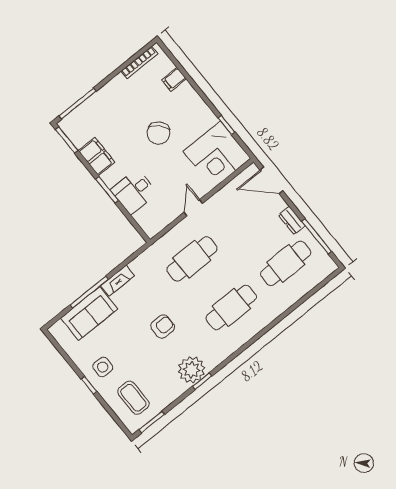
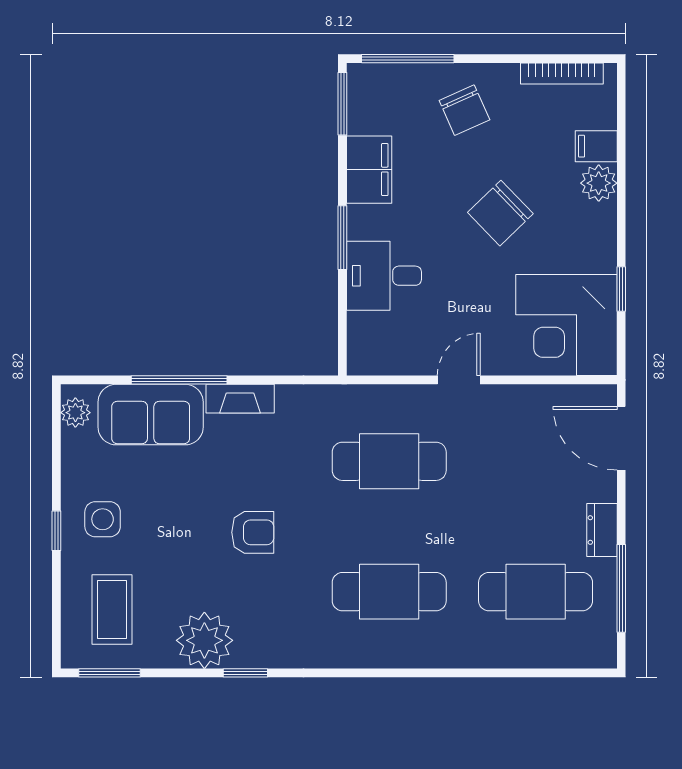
plant: (186, 92) -> (599, 183), added
chair: (114, 106) -> (464, 110), added
plant: (60, 335) -> (75, 413), added
plant: (192, 370) -> (204, 640), moved

